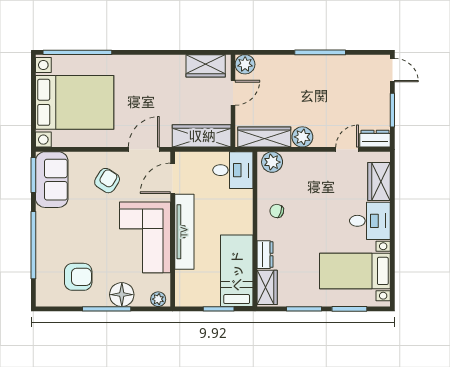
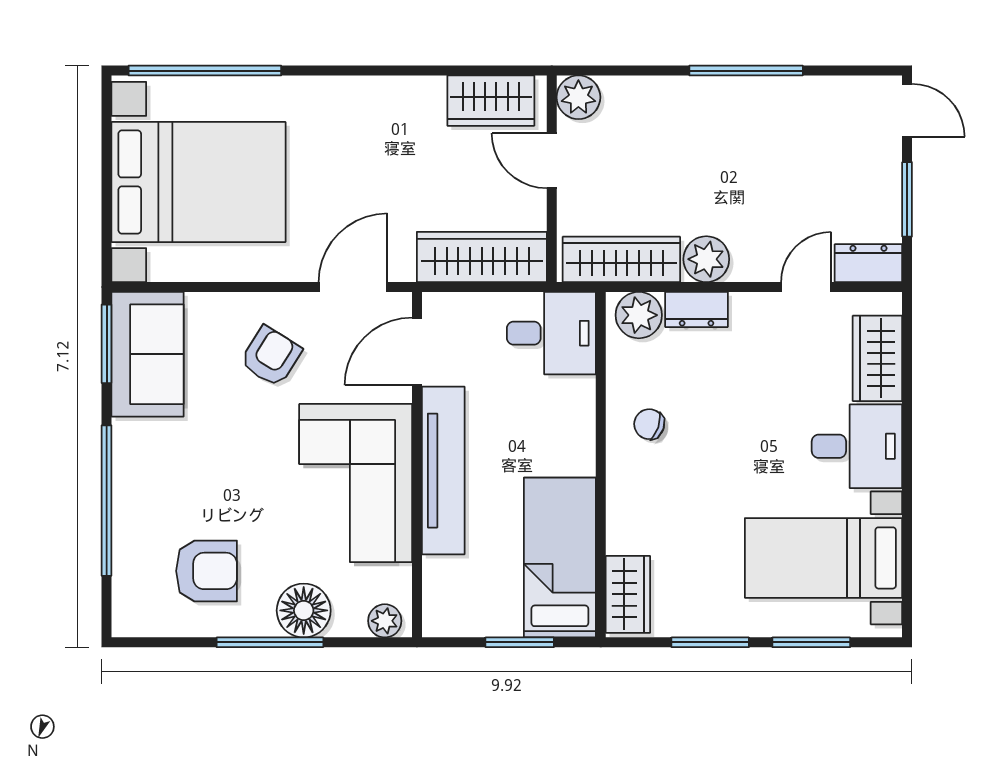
door: (233, 93) -> (552, 161), swing flipped
dresser: (265, 255) -> (697, 309), moved, turned 90

